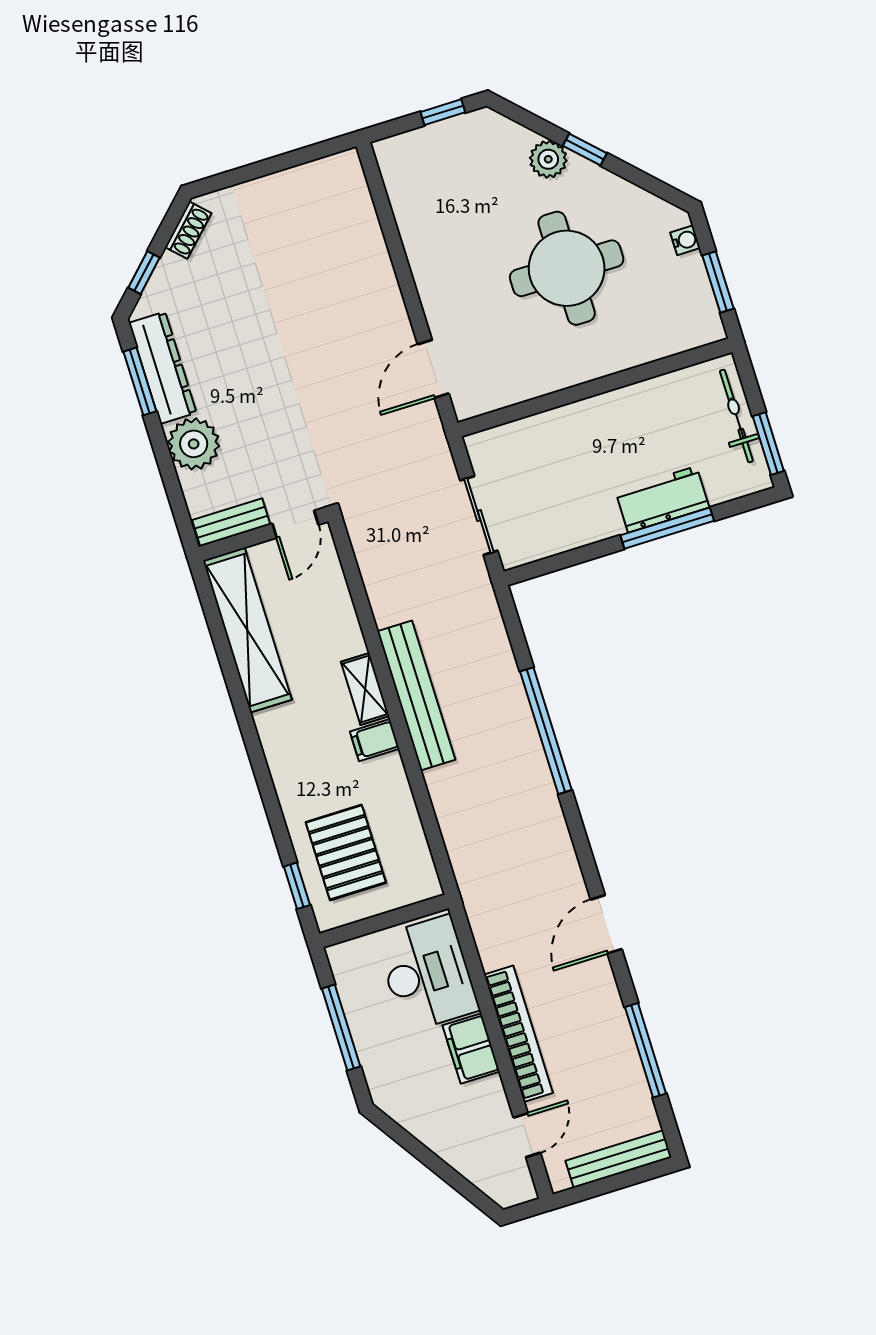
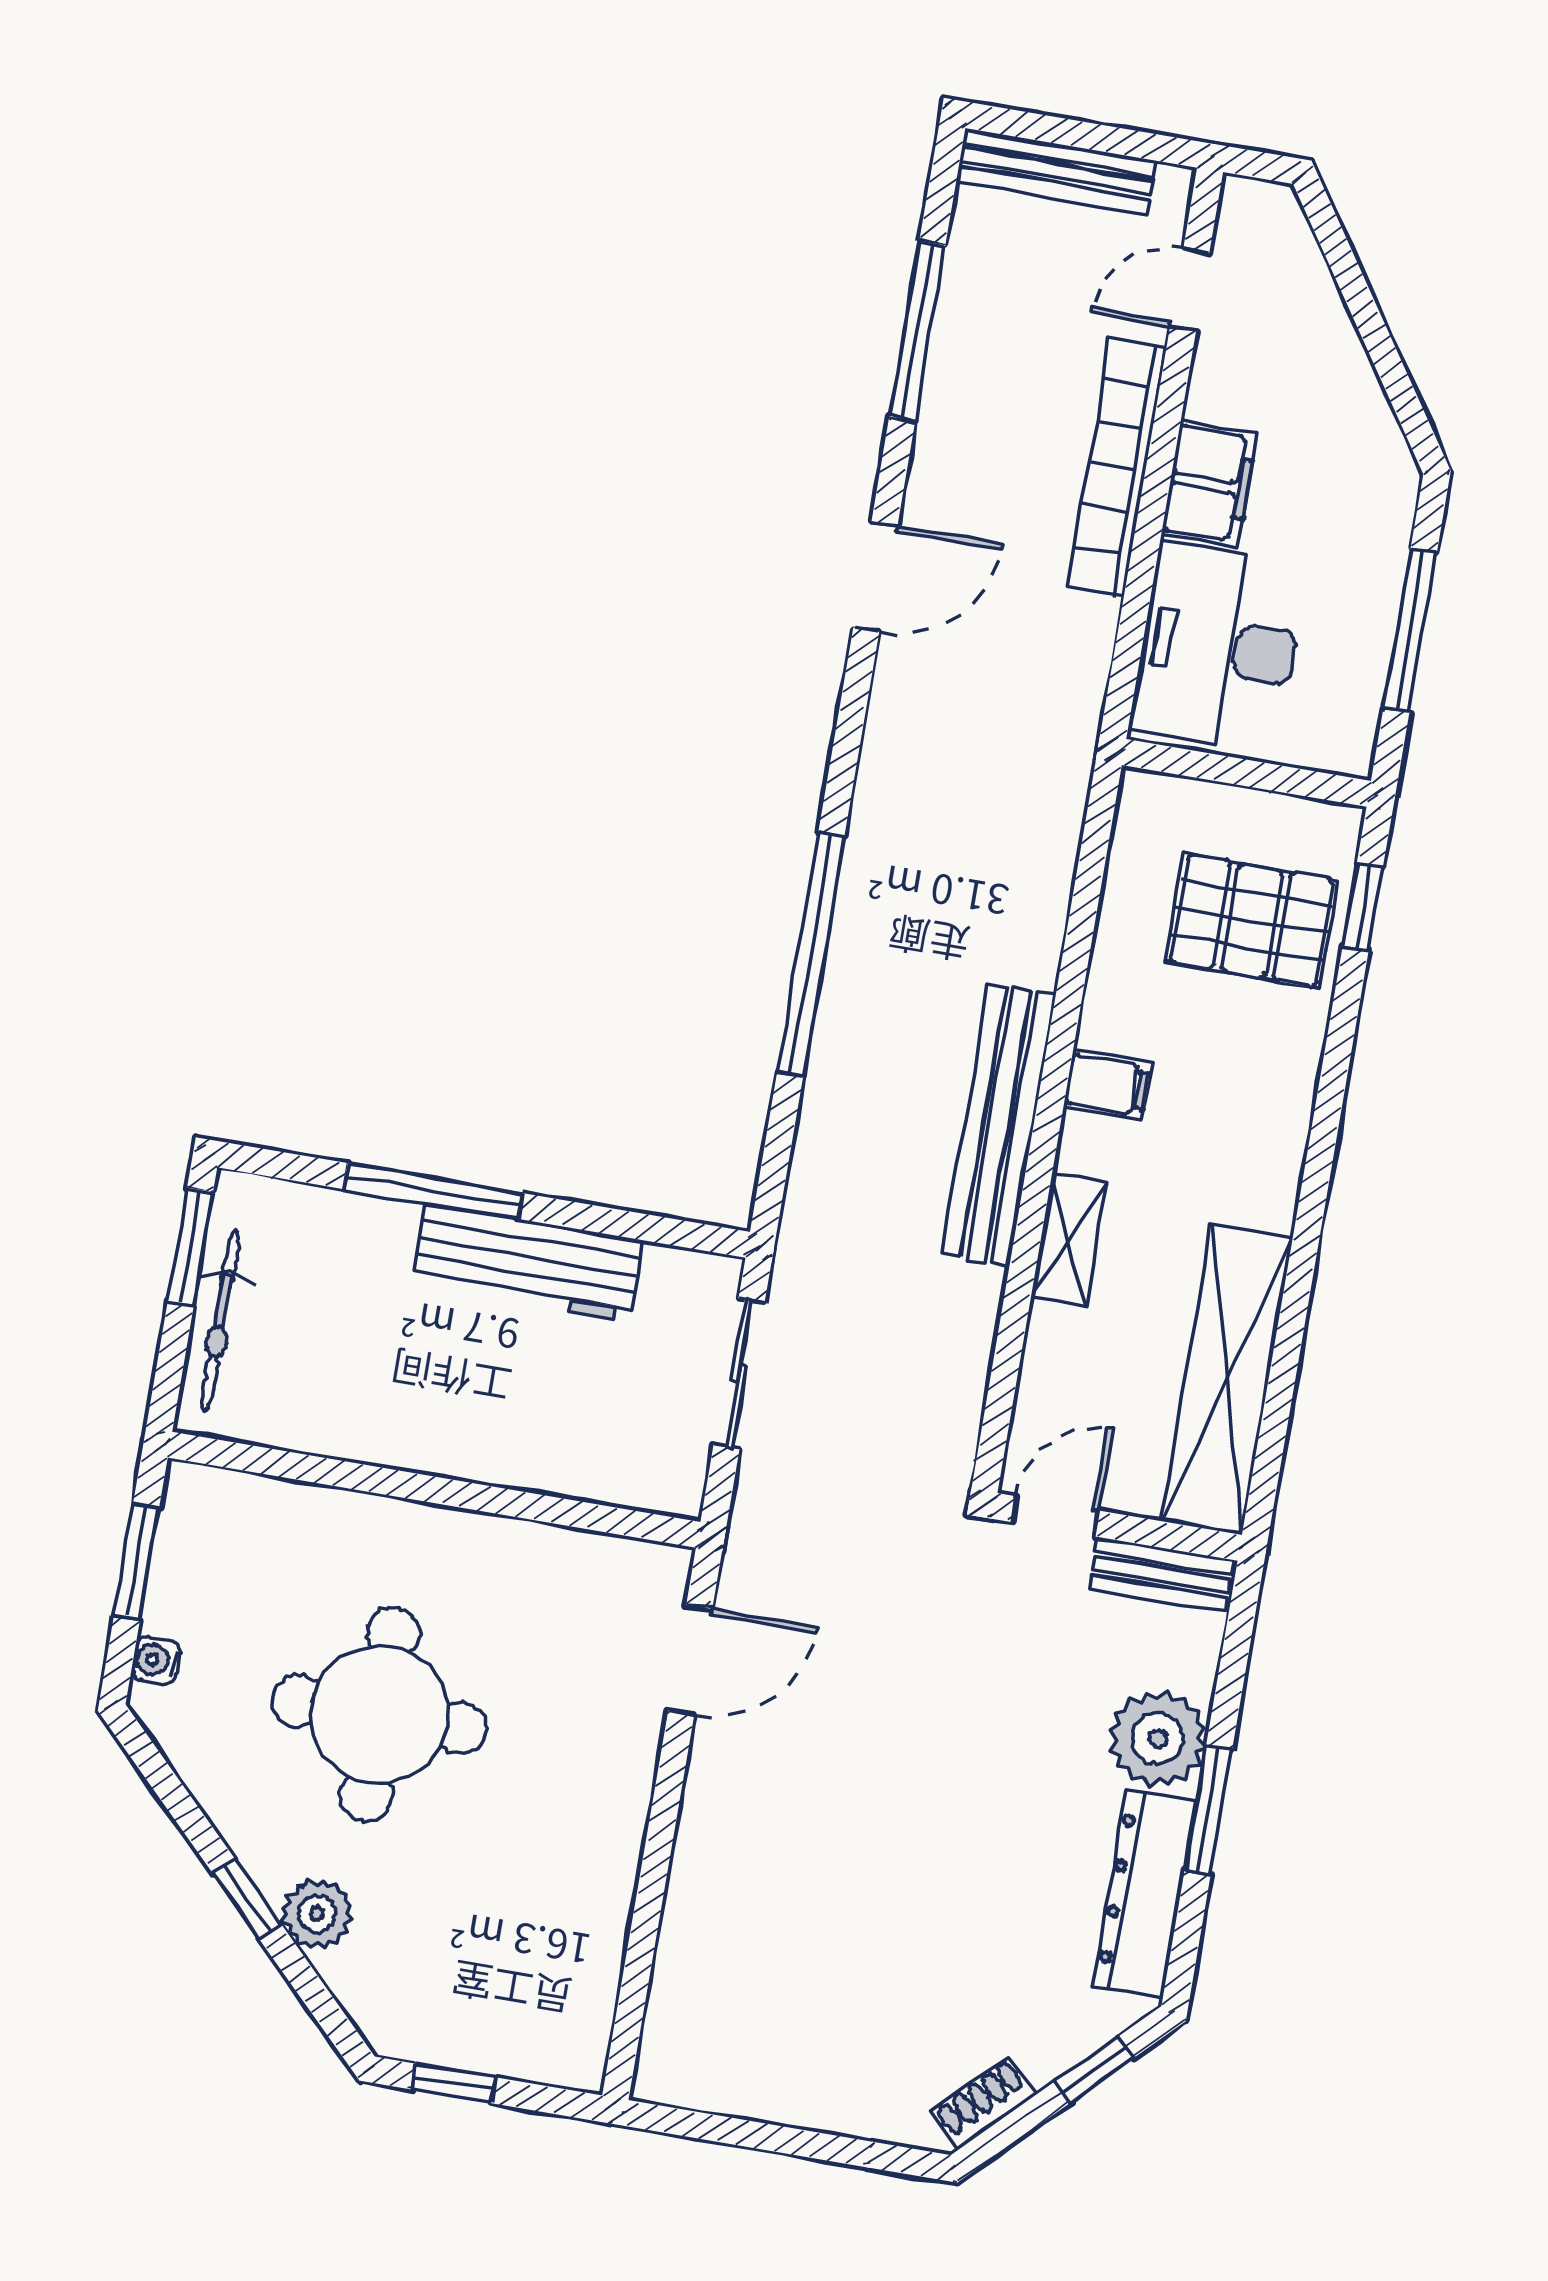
window: (140, 381) -> (1208, 1810), moved
workbench: (662, 499) -> (528, 1263), moved, width x1.38
shelving: (365, 689) -> (1069, 1240), moved
pallet: (346, 852) -> (1252, 921), turned 90

